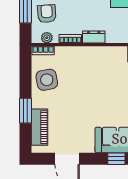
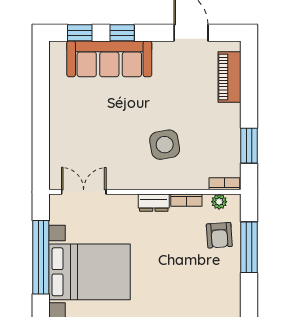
side table: (47, 80) -> (165, 145), moved
window: (25, 111) -> (249, 146), moved

